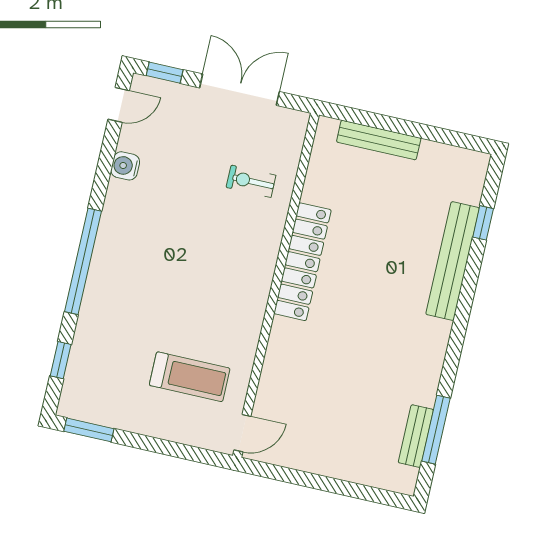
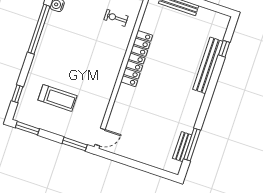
window: (83, 261) -> (39, 29), moved
treadmill: (190, 377) -> (57, 98), moved
window: (191, 453) -> (75, 144), added

